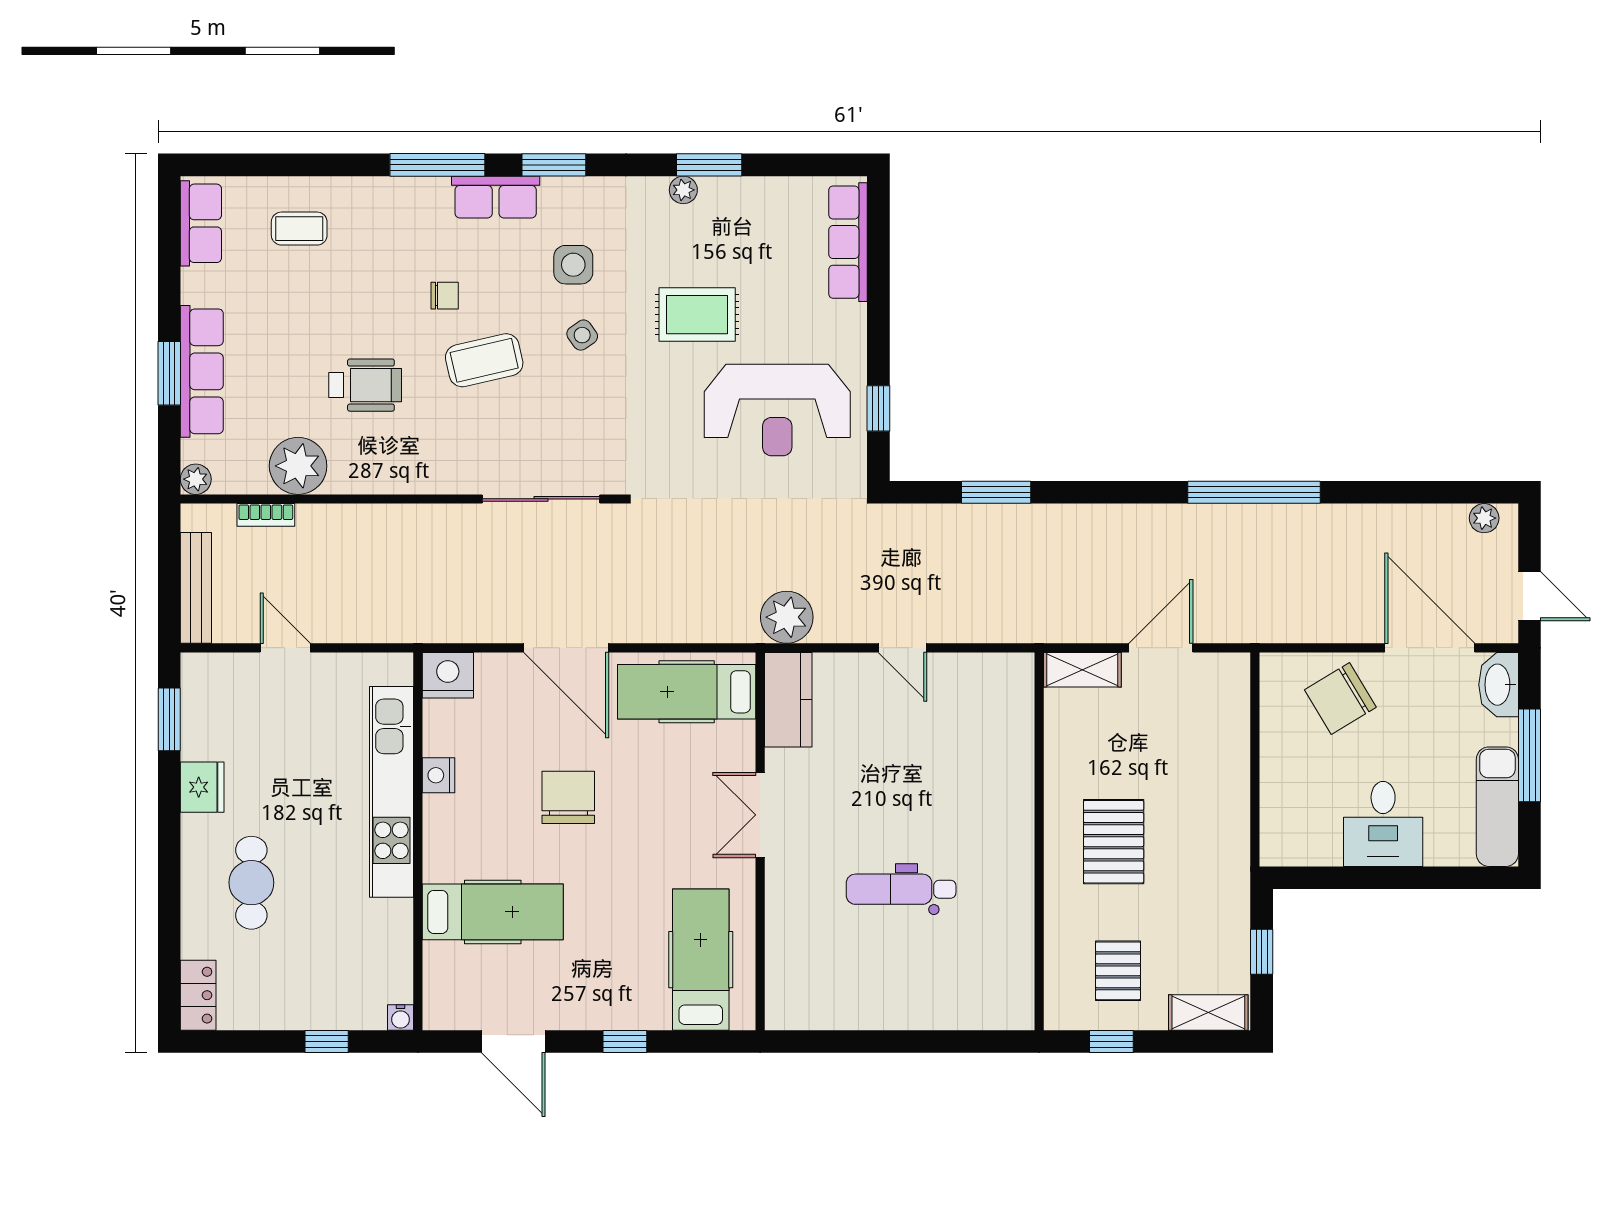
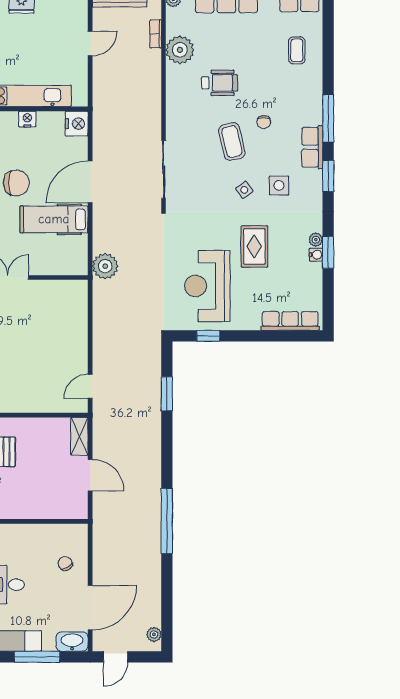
water cooler: (714, 190) -> (316, 255), added
wheelchair: (365, 385) -> (220, 83), turned -90
plant: (787, 617) -> (105, 266), moved
door: (902, 648) -> (90, 386), moved
hospital bed: (687, 692) -> (54, 219), moved, turned -90
chair: (1340, 699) -> (65, 564), width x0.54, depth x0.54
kitchen counter: (788, 700) -> (65, 291), removed

